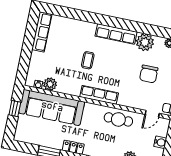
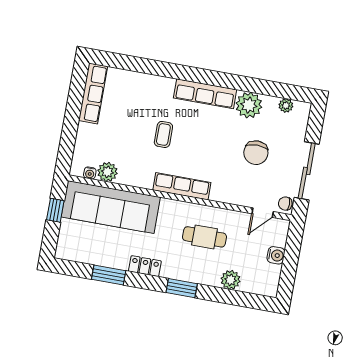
cafe table: (118, 119) -> (204, 237), moved

